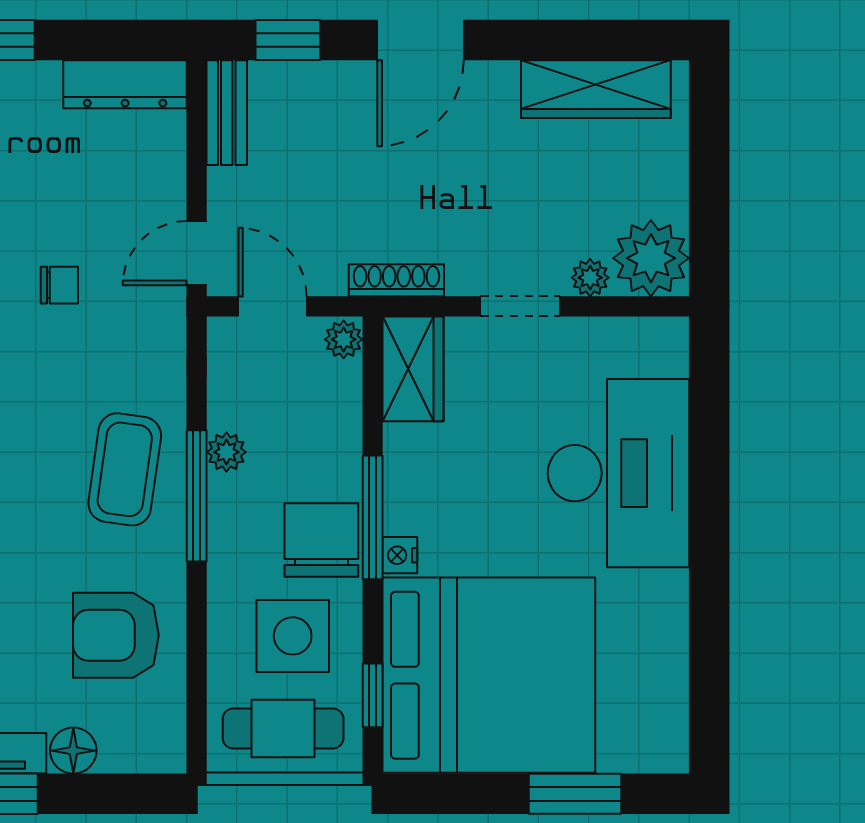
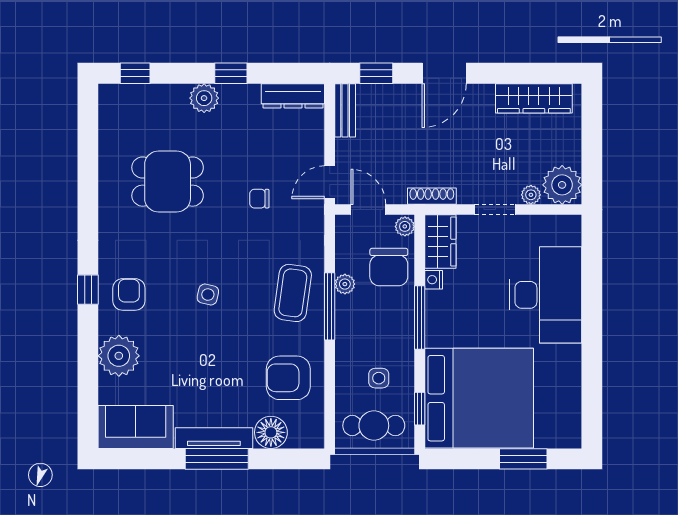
chair: (59, 285) -> (259, 199), turned 180
chair: (321, 540) -> (389, 267), moved, turned 180
nightstand: (400, 555) -> (434, 280), moved
side table: (293, 636) -> (379, 378), width x0.54, depth x0.54
floor lamp: (73, 751) -> (271, 432), width x1.38, depth x1.38

